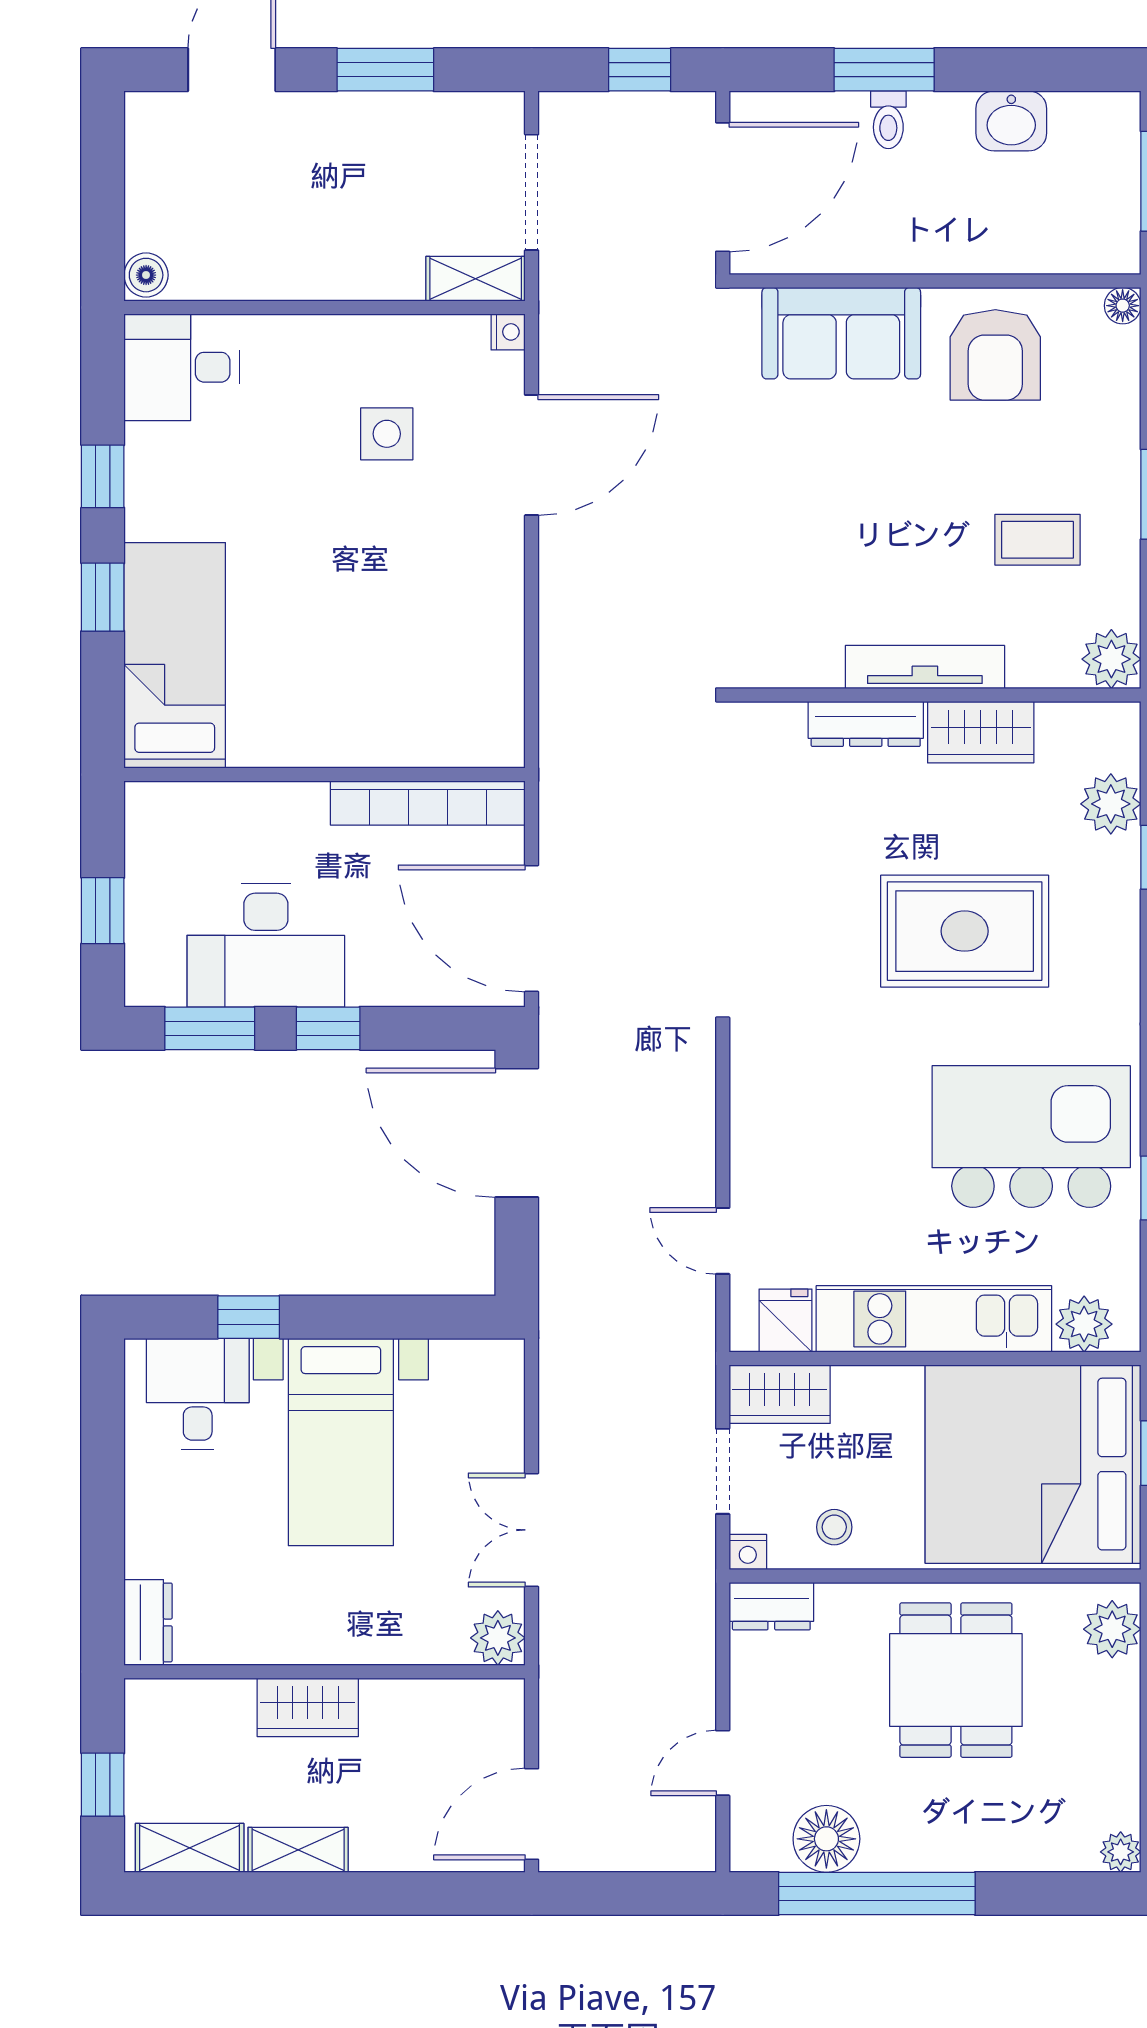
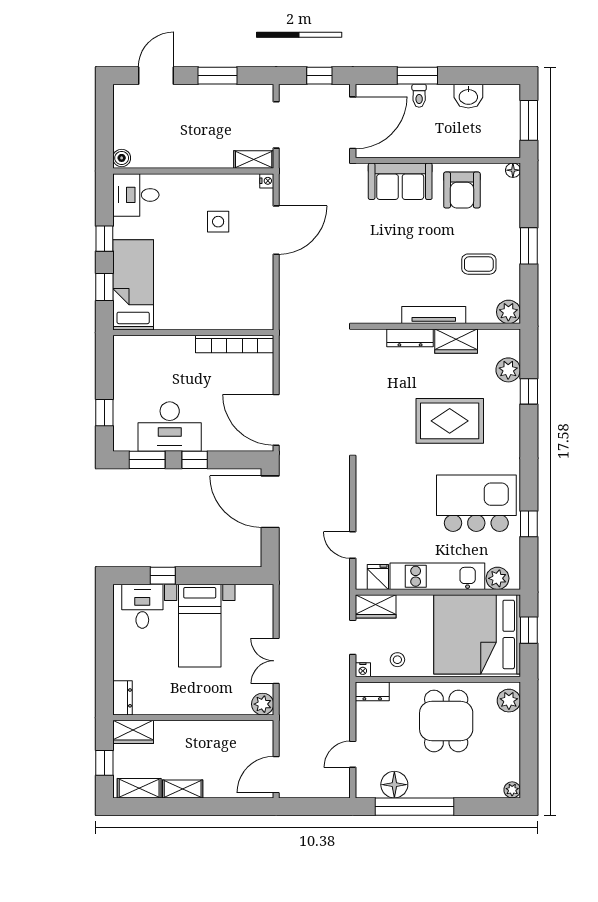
bed: (175, 655) -> (133, 285), moved
wall: (325, 775) -> (193, 333), moved
bookcase: (428, 803) -> (235, 344), moved
wardrobe: (308, 1707) -> (133, 732), moved

